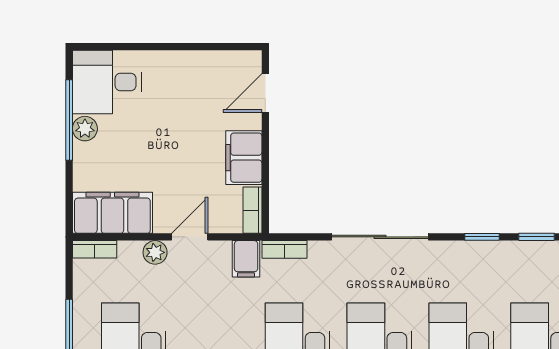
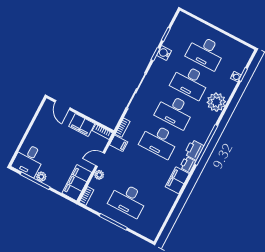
door: (190, 237) -> (100, 159), hinge flipped
water cooler: (494, 254) -> (164, 53), added

